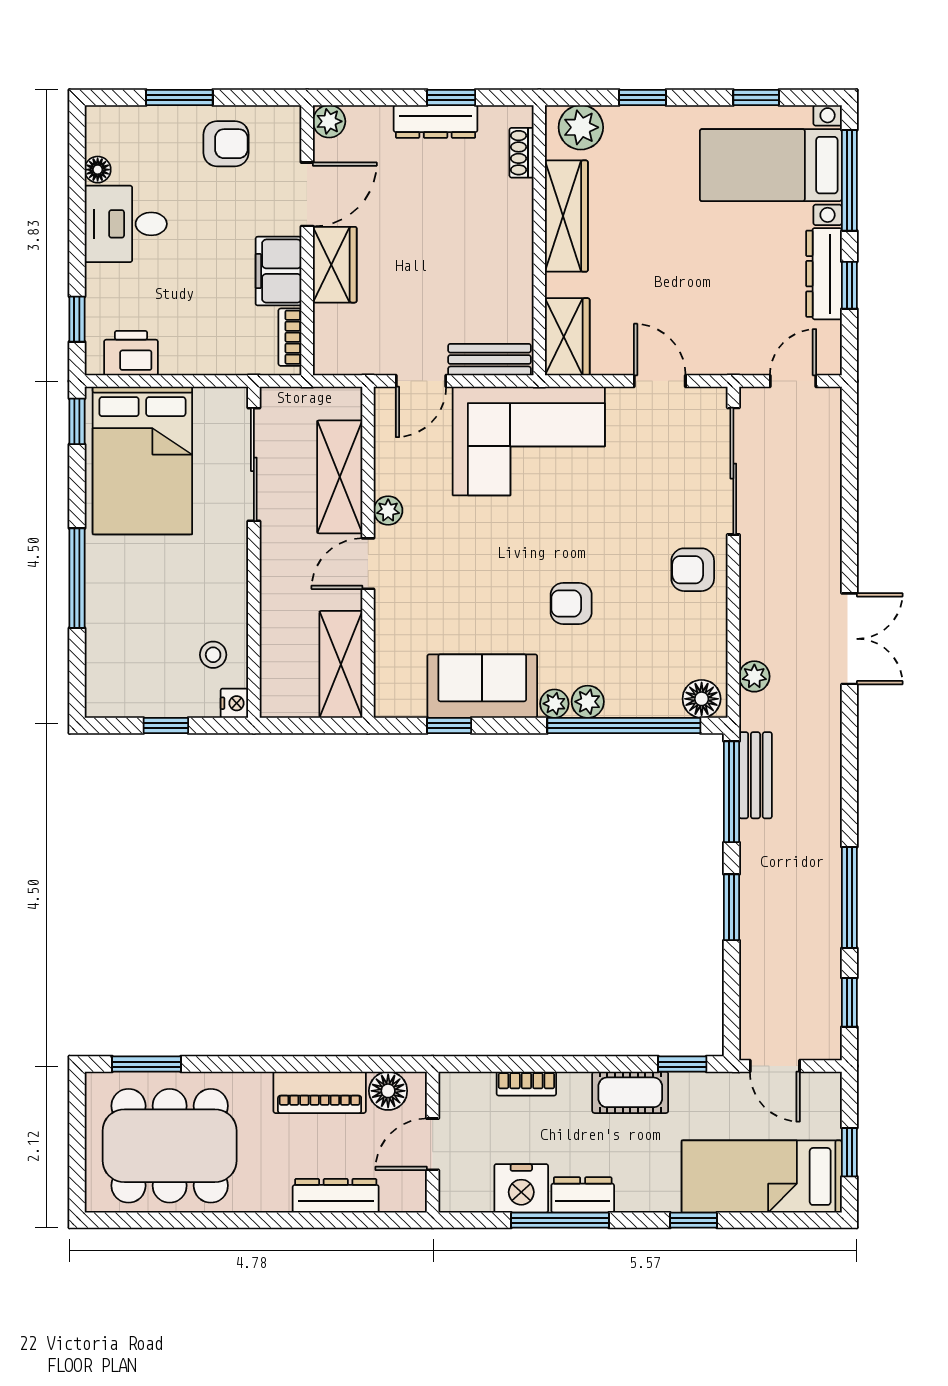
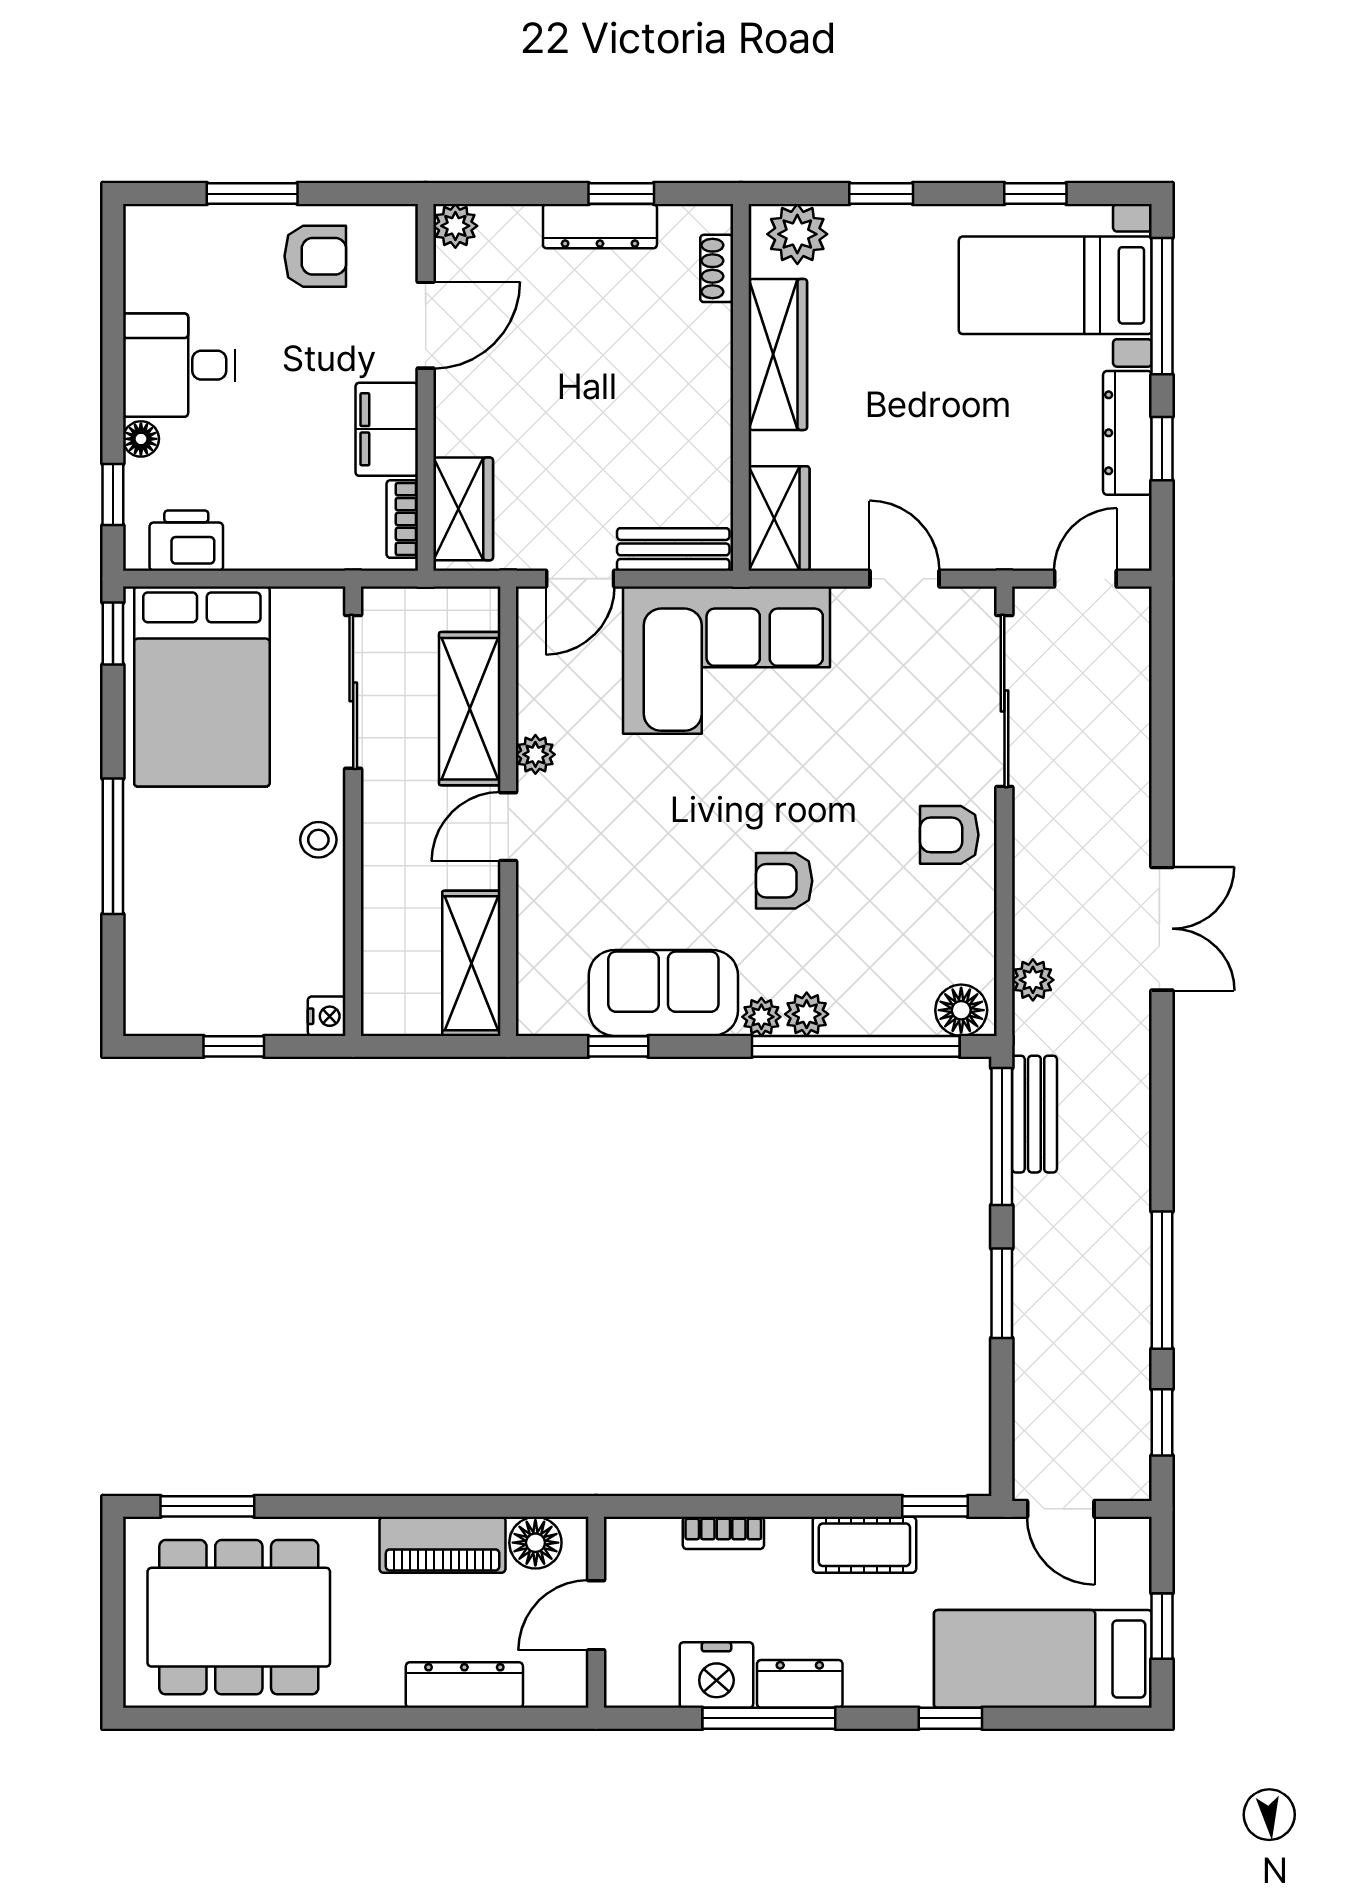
floor lamp: (98, 170) -> (141, 439), moved
wardrobe: (335, 265) -> (463, 509), moved
stool: (213, 655) -> (318, 840), moved

